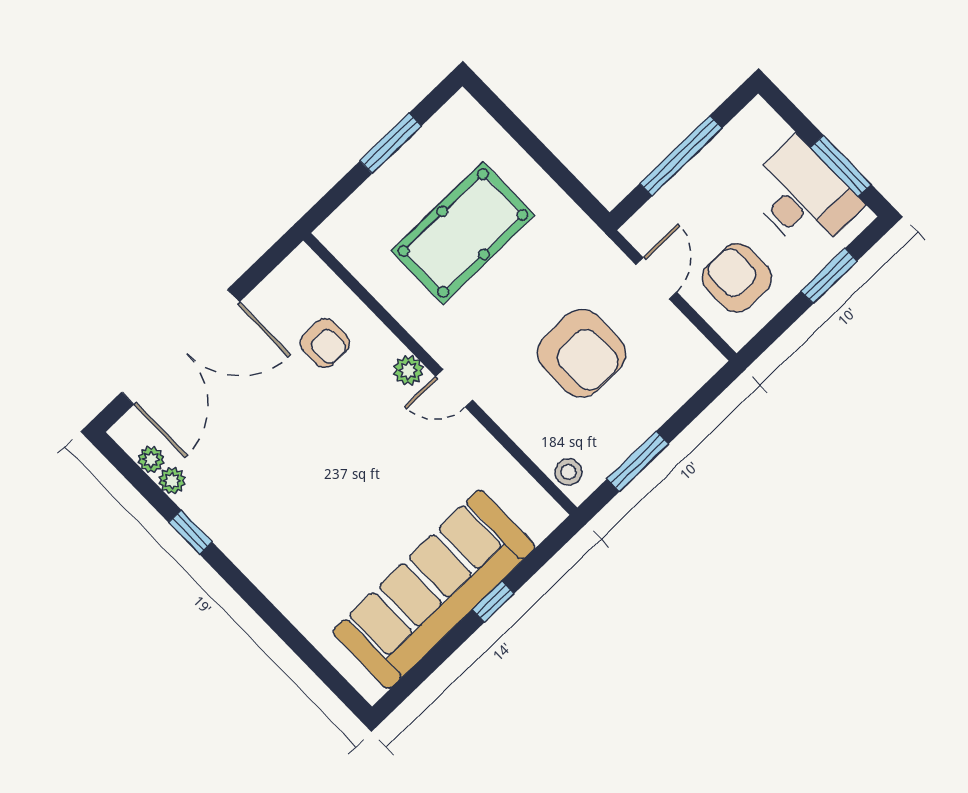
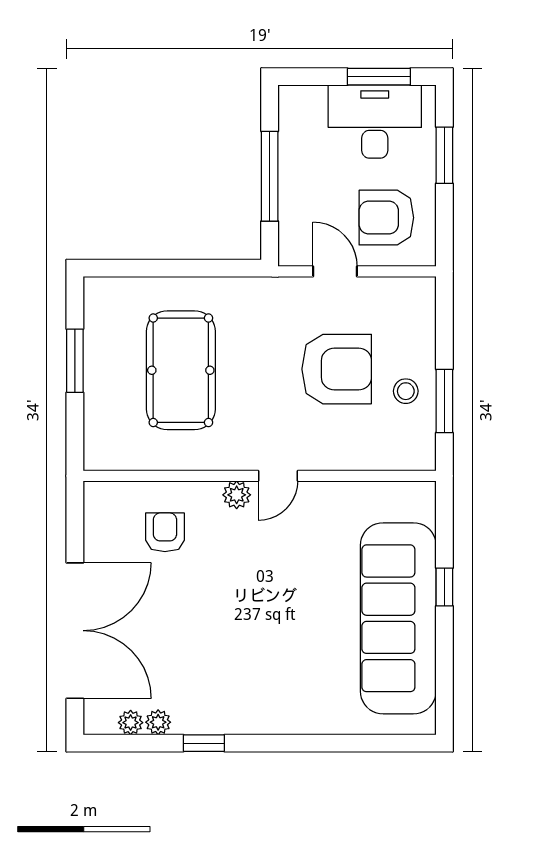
armchair: (325, 343) -> (165, 532), turned -90
stool: (568, 472) -> (406, 391), moved

